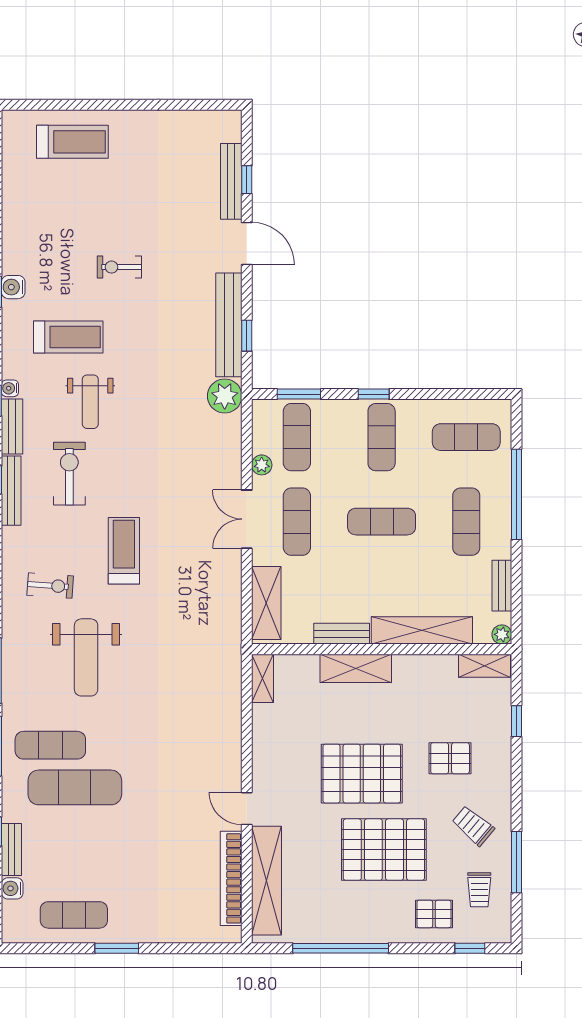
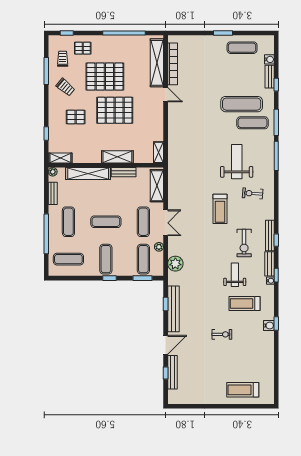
door: (247, 244) -> (166, 345), swing flipped
plant: (225, 396) -> (175, 264), moved

